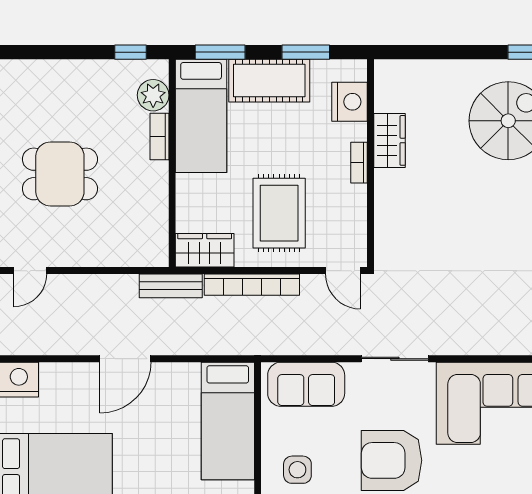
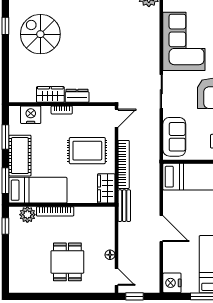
bookcase: (160, 137) -> (55, 211), width x1.56
dresser: (387, 193) -> (77, 96), added
floor lamp: (74, 258) -> (110, 255), added

